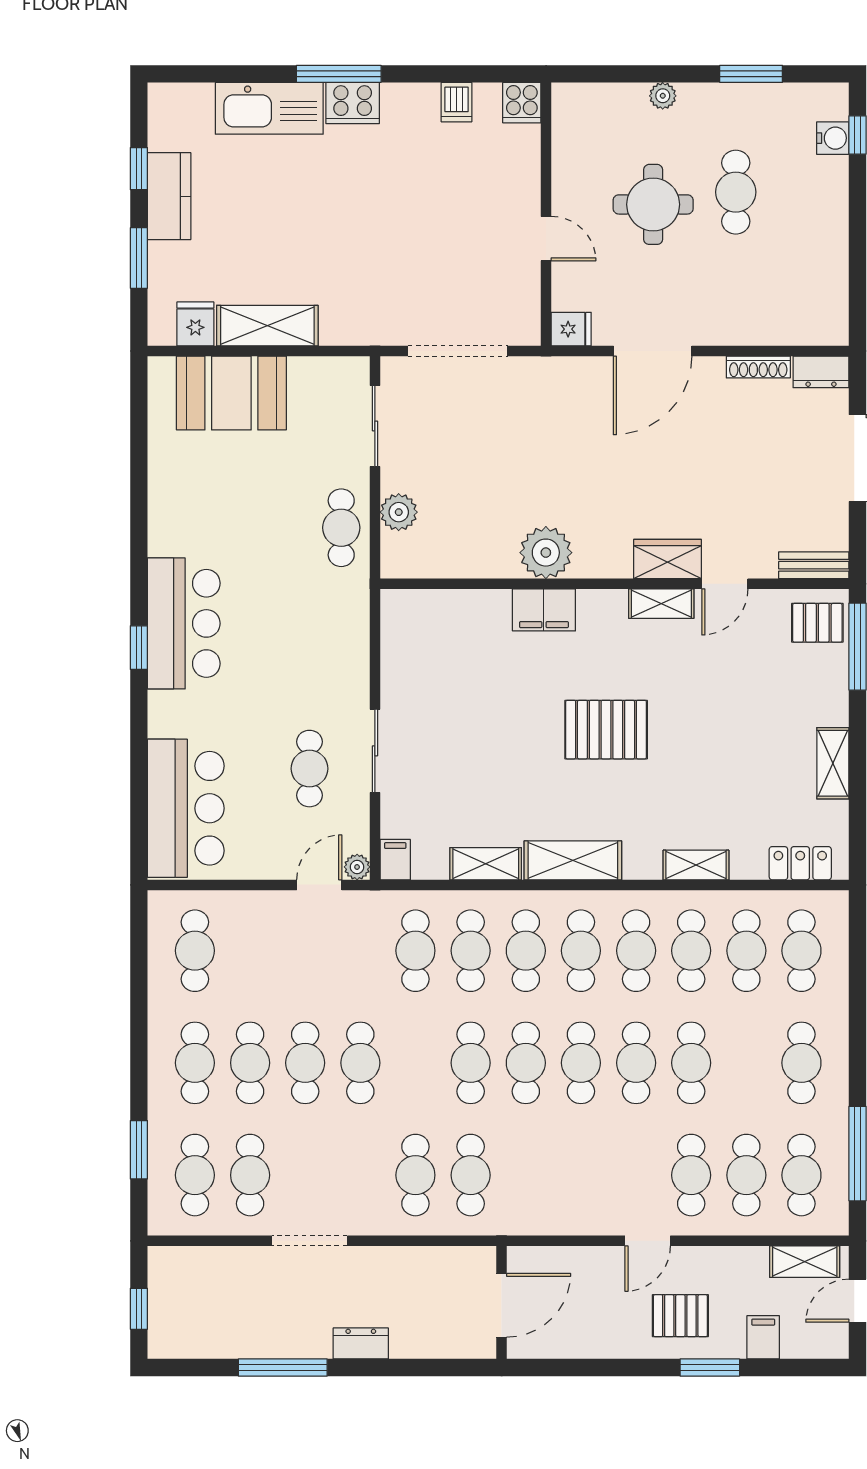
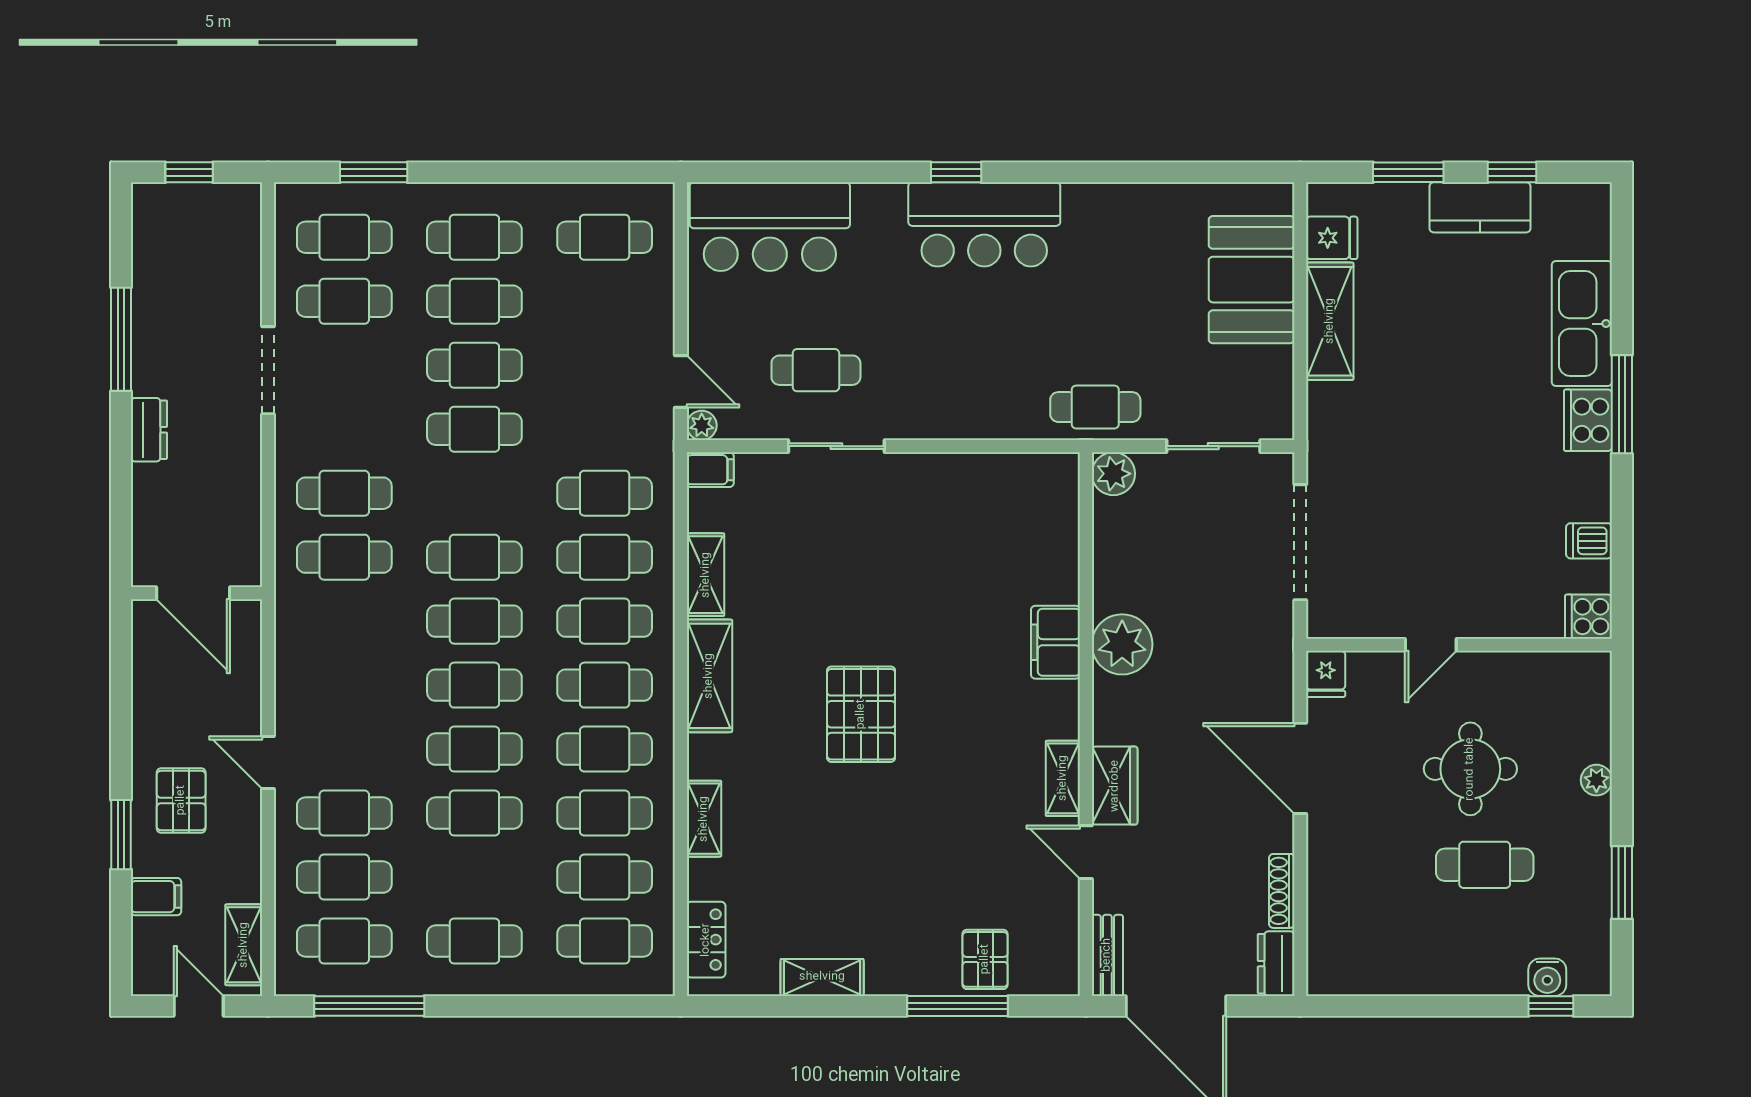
plant: (546, 553) -> (1122, 644), moved
wardrobe: (667, 559) -> (1115, 786), moved
bench: (814, 565) -> (1107, 955), moved
wall: (615, 584) -> (1086, 724), moved
door: (725, 584) -> (1086, 852), moved
shelving: (661, 604) -> (1063, 778), moved
filing cabinet: (544, 610) -> (1056, 642), moved

